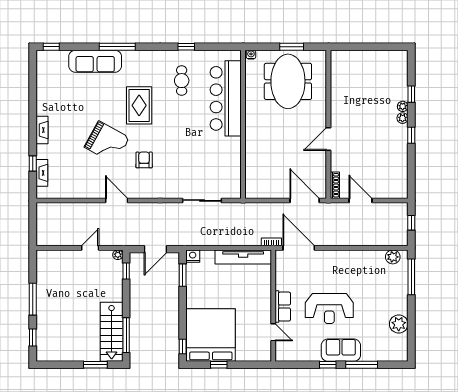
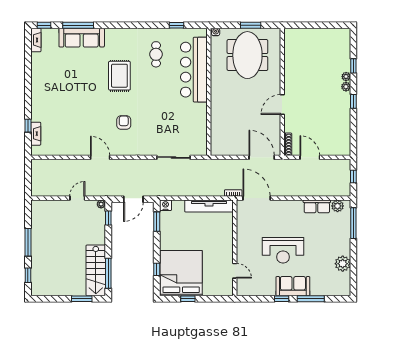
window: (117, 47) -> (78, 25), moved
window: (186, 47) -> (176, 25), moved
fireplace: (42, 130) -> (36, 40), moved
grand piano: (107, 142) -> (92, 107), removed
row of seats: (283, 307) -> (317, 206), moved, turned 90
window: (183, 346) -> (157, 269), moved

